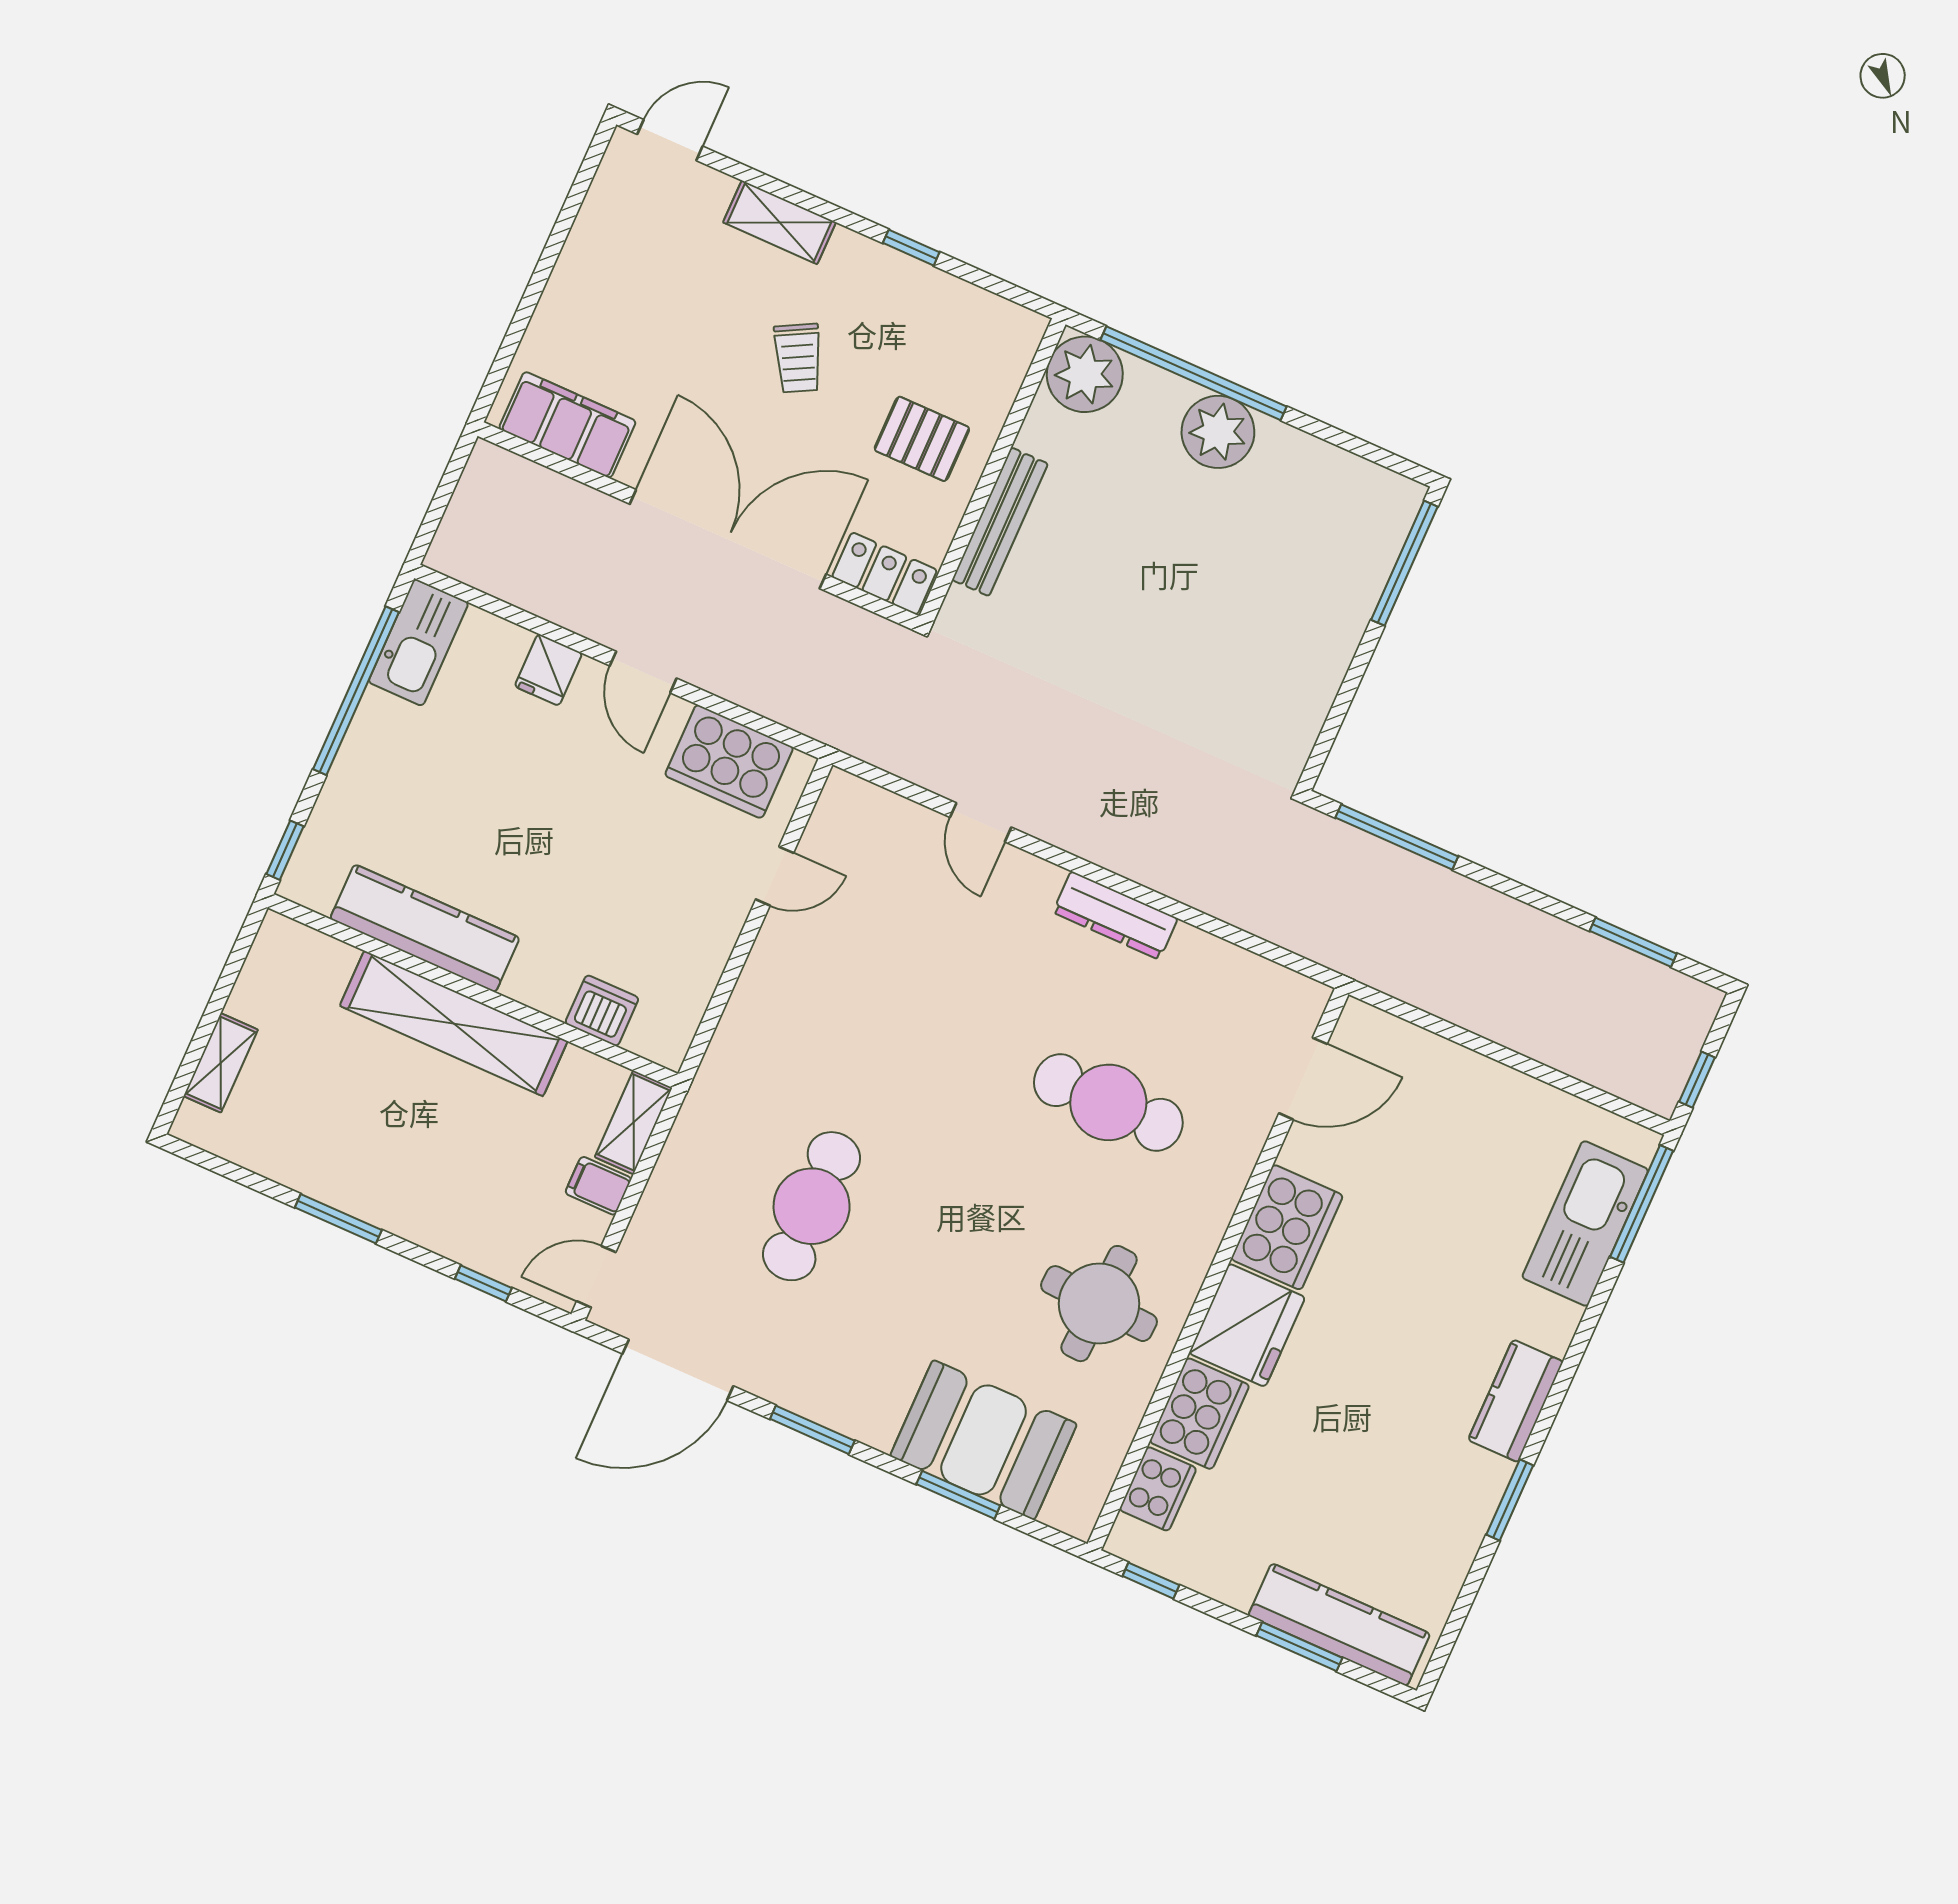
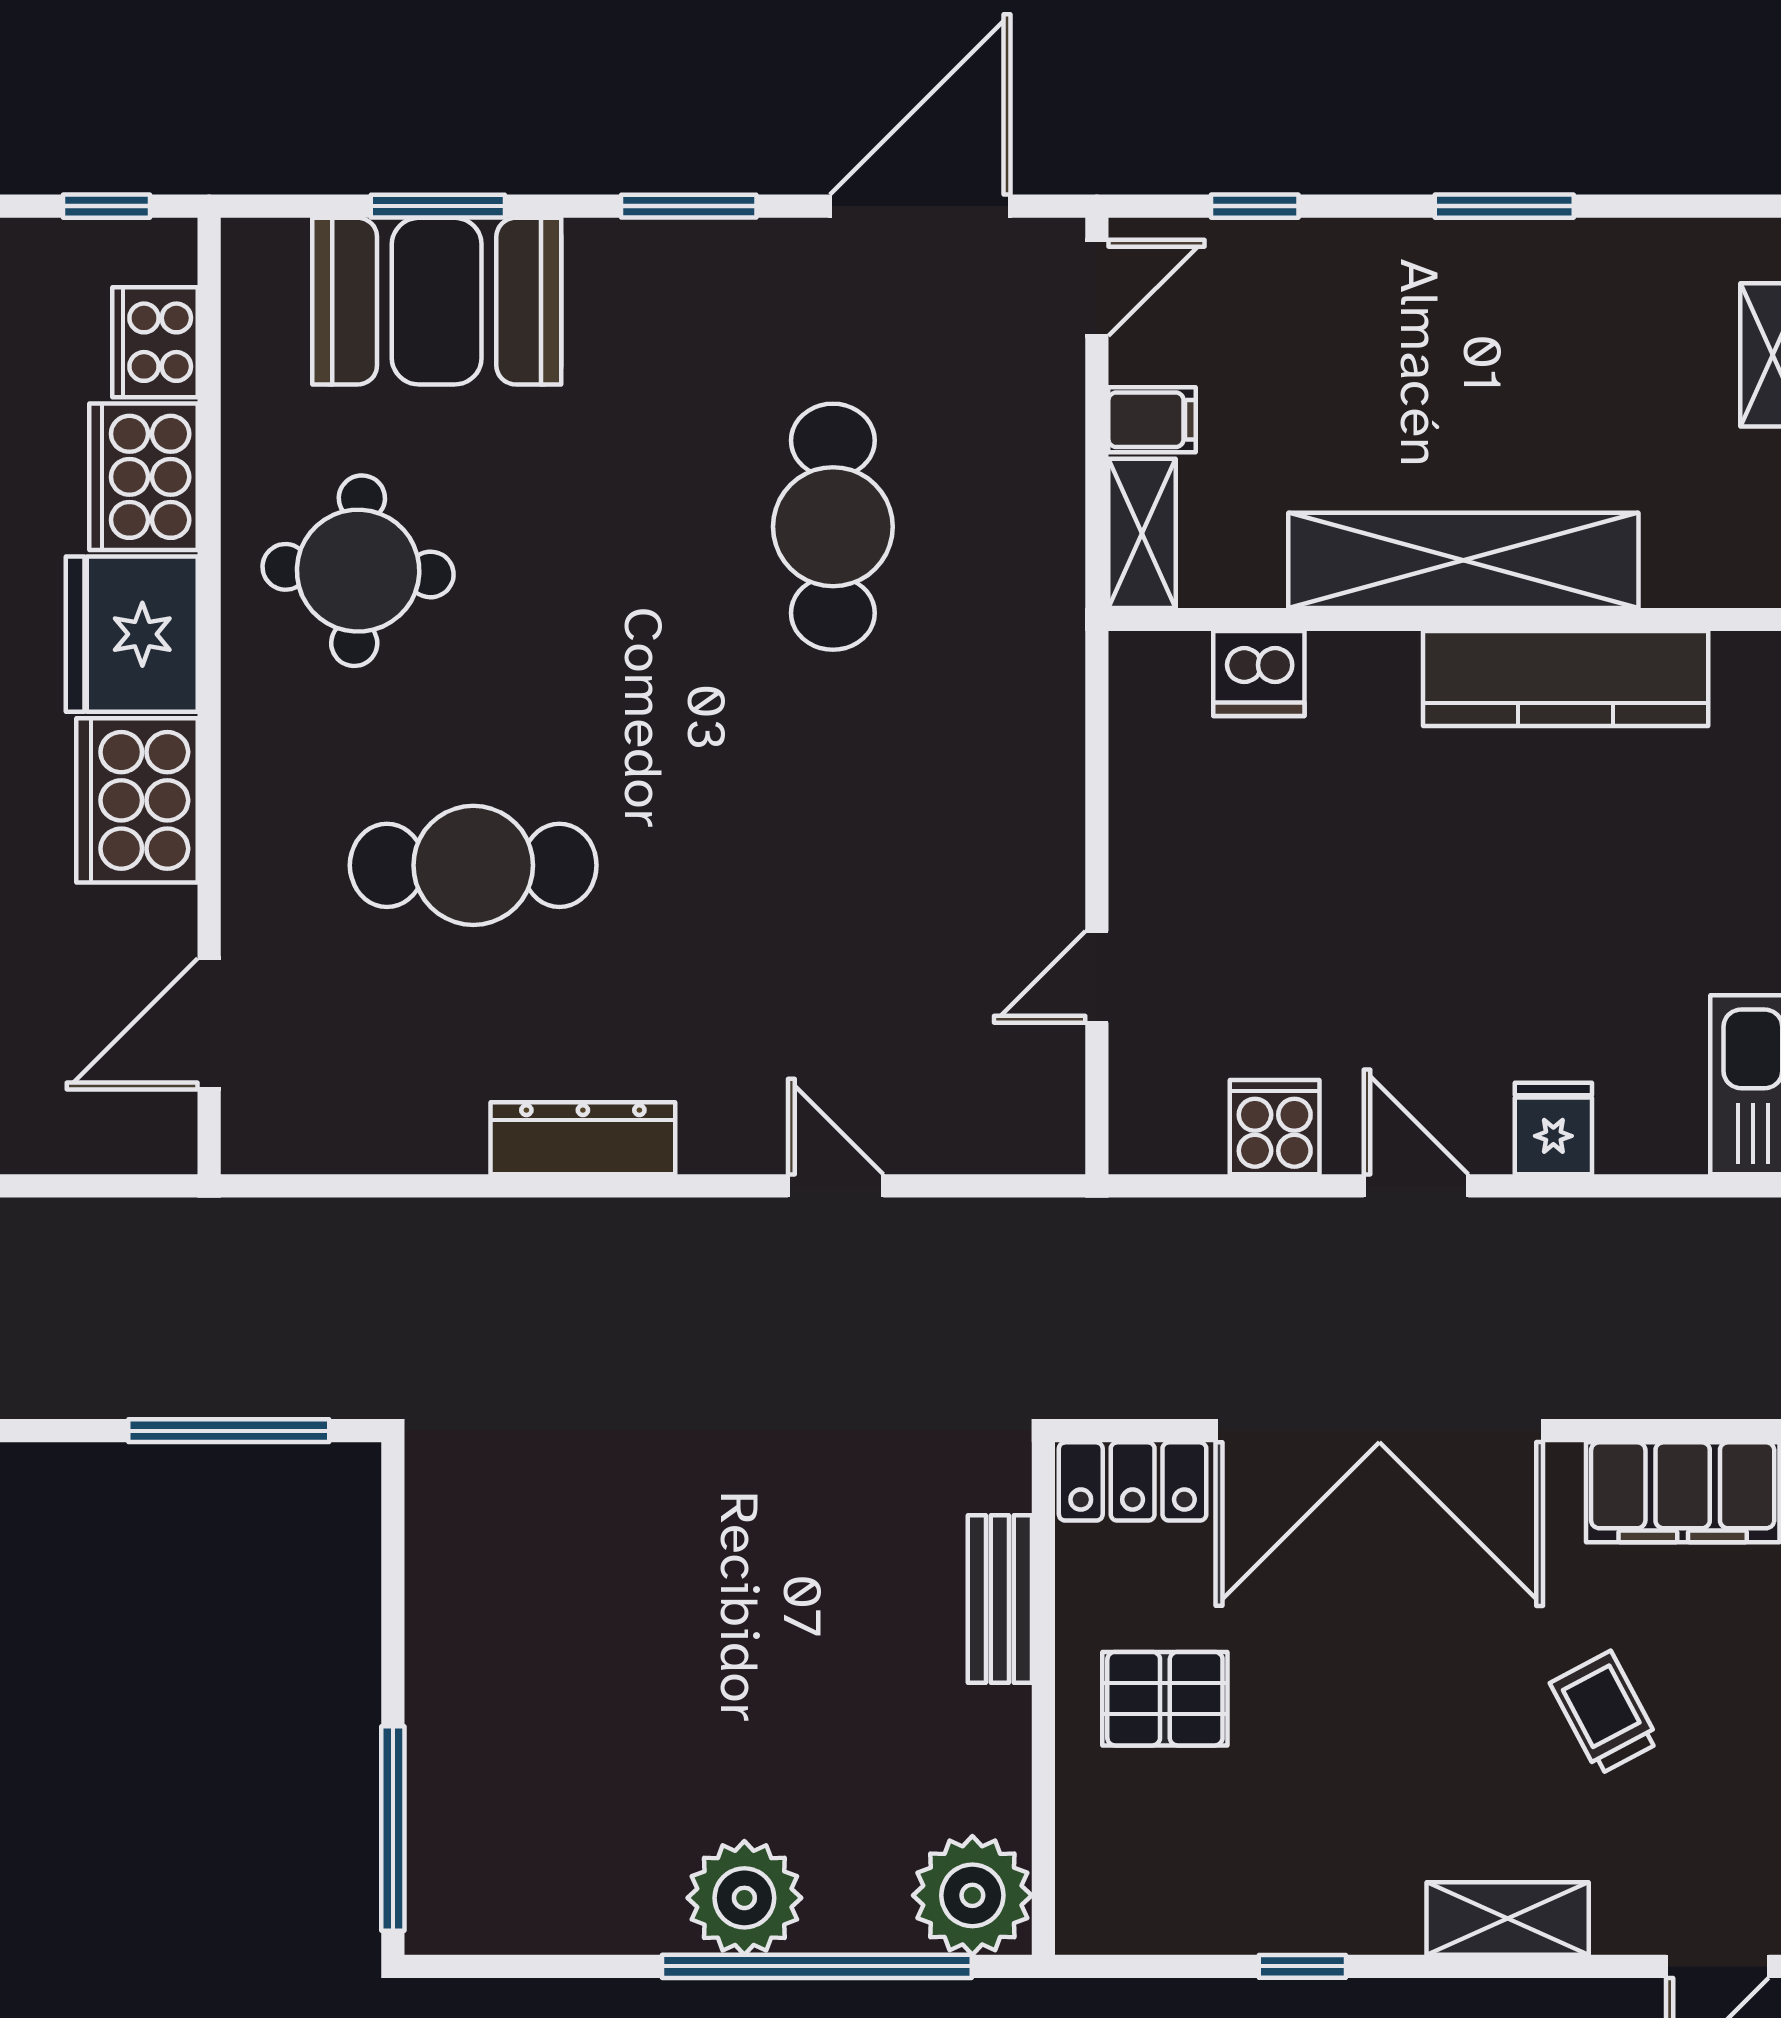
trolley: (798, 358) -> (1605, 1713), moved
bench: (1000, 522) -> (1000, 1599), width x0.73
cooker: (729, 761) -> (1275, 1127), width x0.53, depth x0.76

